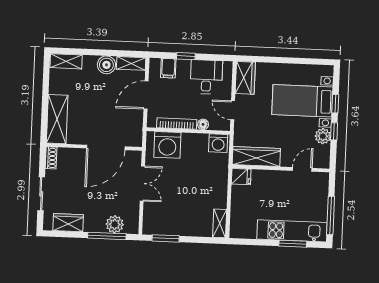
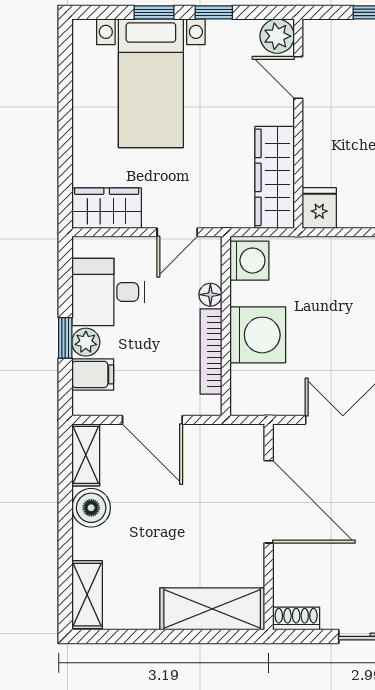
plant: (183, 66) -> (86, 342), added
plant: (323, 136) -> (277, 36), moved
washing machine: (167, 145) -> (258, 335), moved

